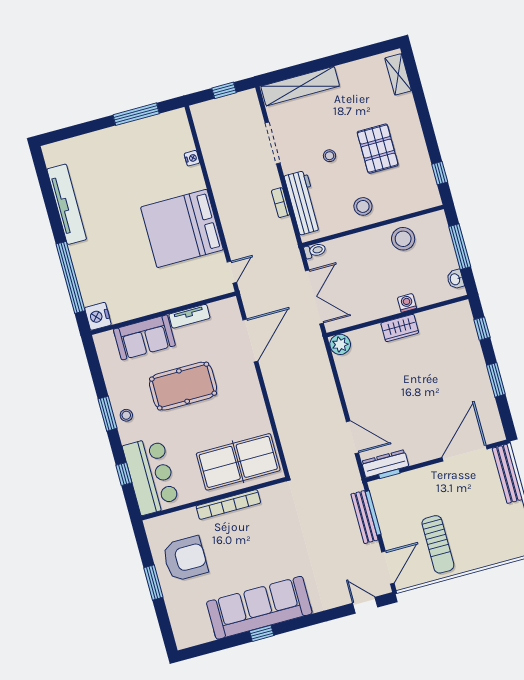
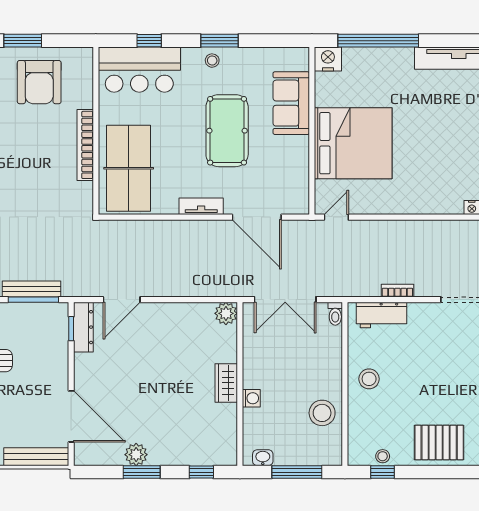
pallet: (378, 149) -> (439, 443), moved
stool: (329, 156) -> (383, 456), moved
workbench: (303, 203) -> (381, 315), width x0.73
bed: (182, 228) -> (353, 143), moved, turned 90
door: (232, 272) -> (336, 217), swing flipped
tv unit: (189, 316) -> (201, 206), moved, turned 90
plant: (482, 389) -> (136, 455), added

